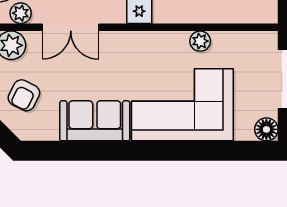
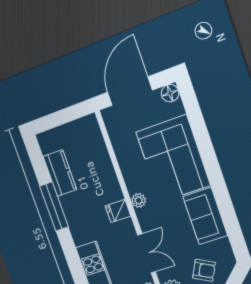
plant: (200, 41) -> (139, 200), moved

